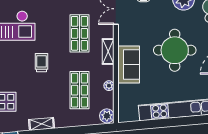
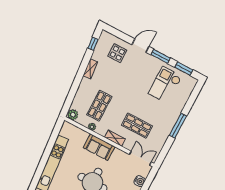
trolley: (41, 63) -> (131, 90), removed
shop shelf: (79, 90) -> (99, 106), turned 90

